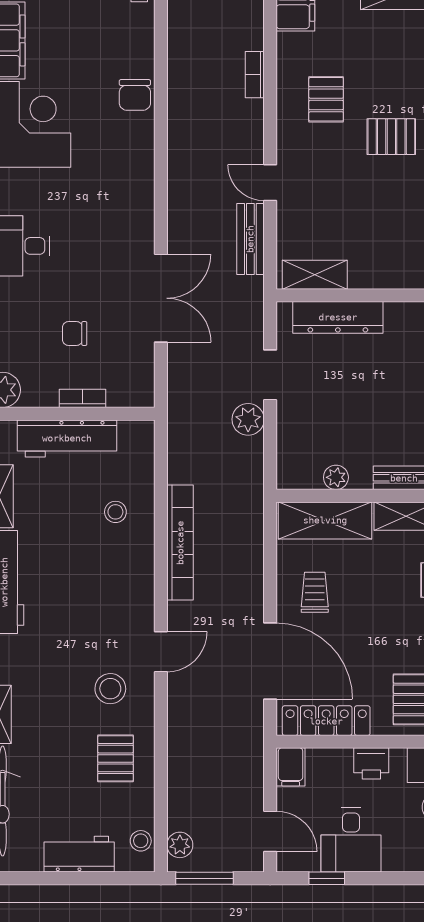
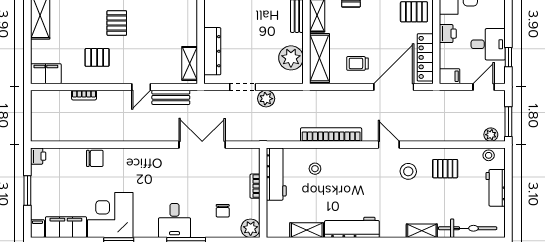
chair: (75, 333) -> (223, 211), moved
workbench: (67, 438) -> (276, 174), moved
plant: (336, 477) -> (291, 58), width x1.88, depth x1.88

